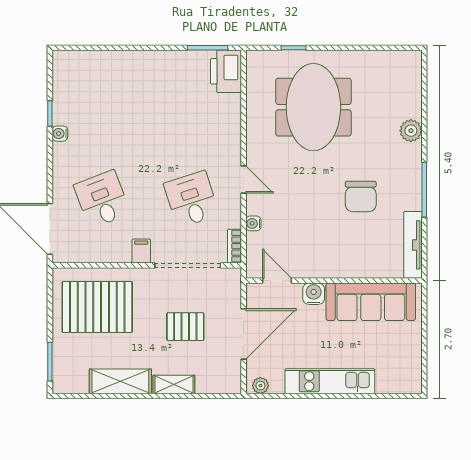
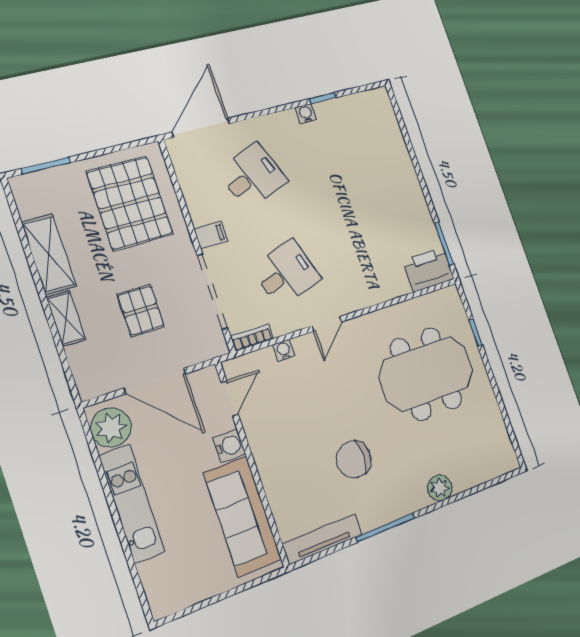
plant: (260, 386) -> (111, 428), width x1.88, depth x1.88

